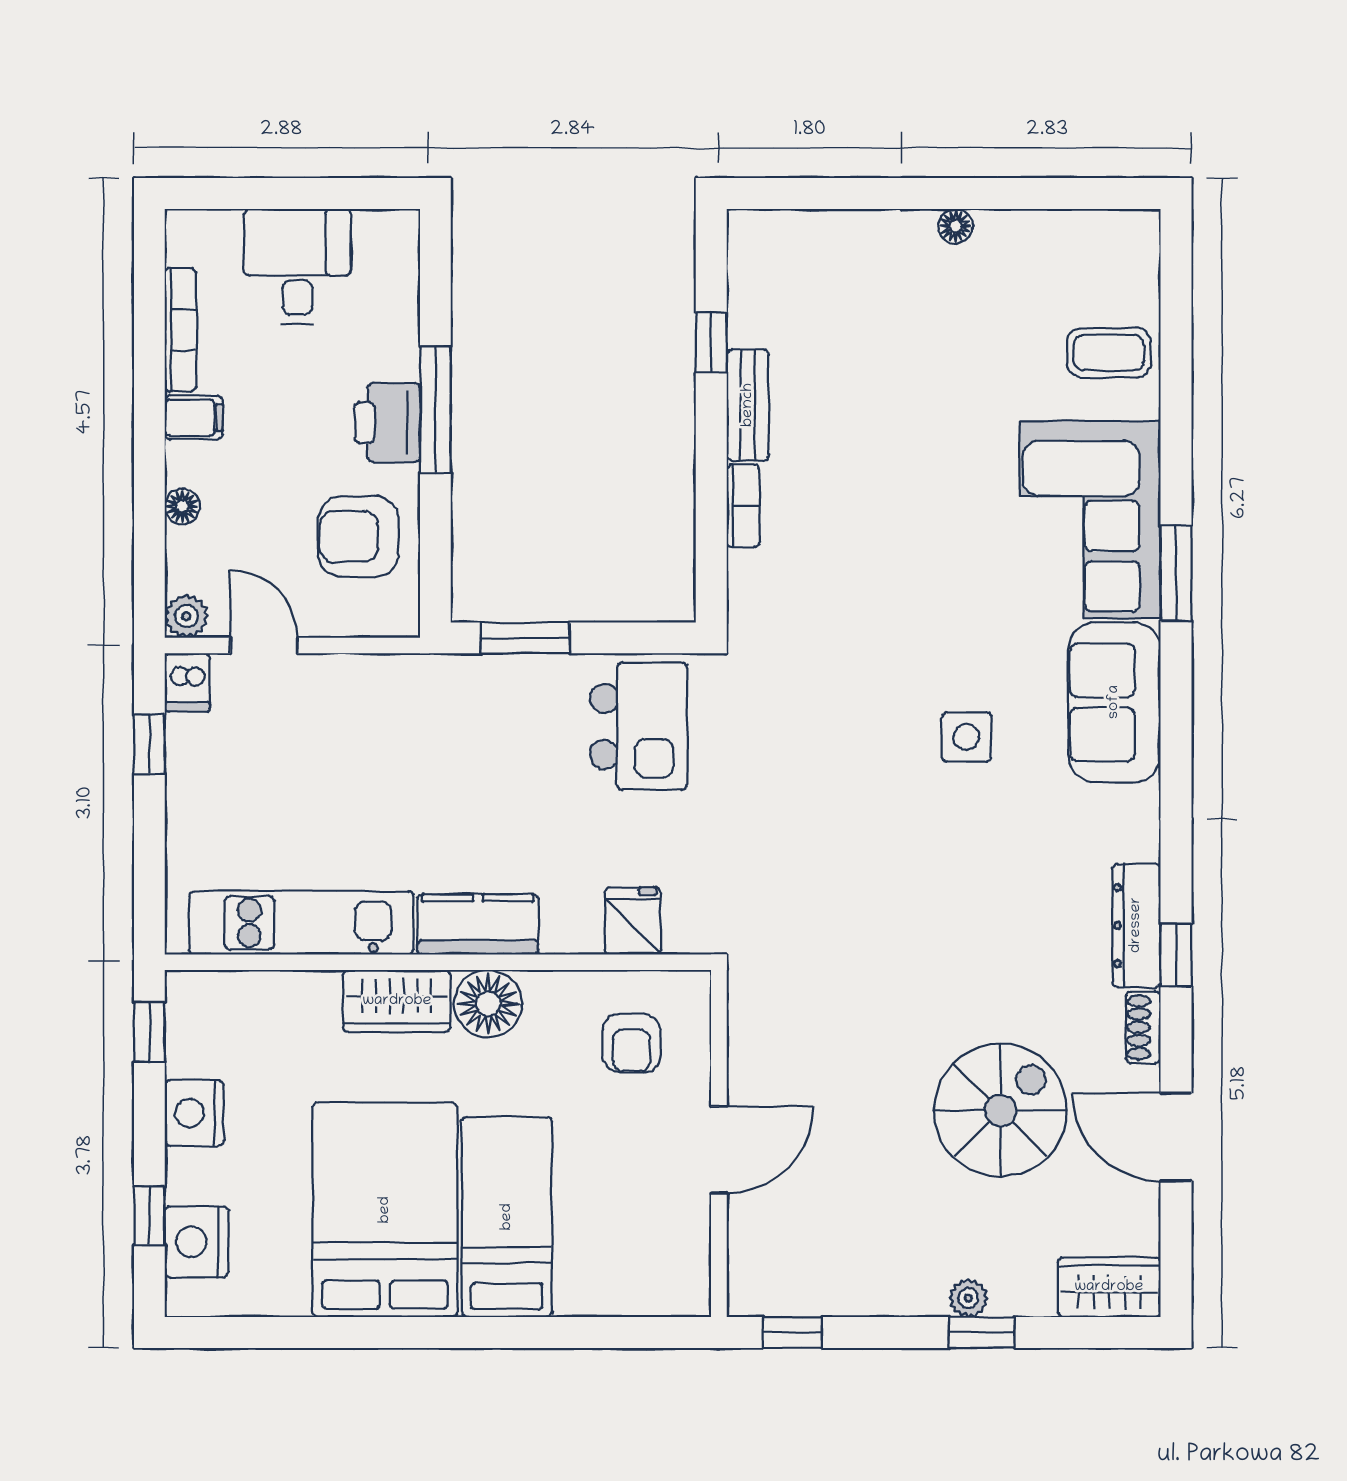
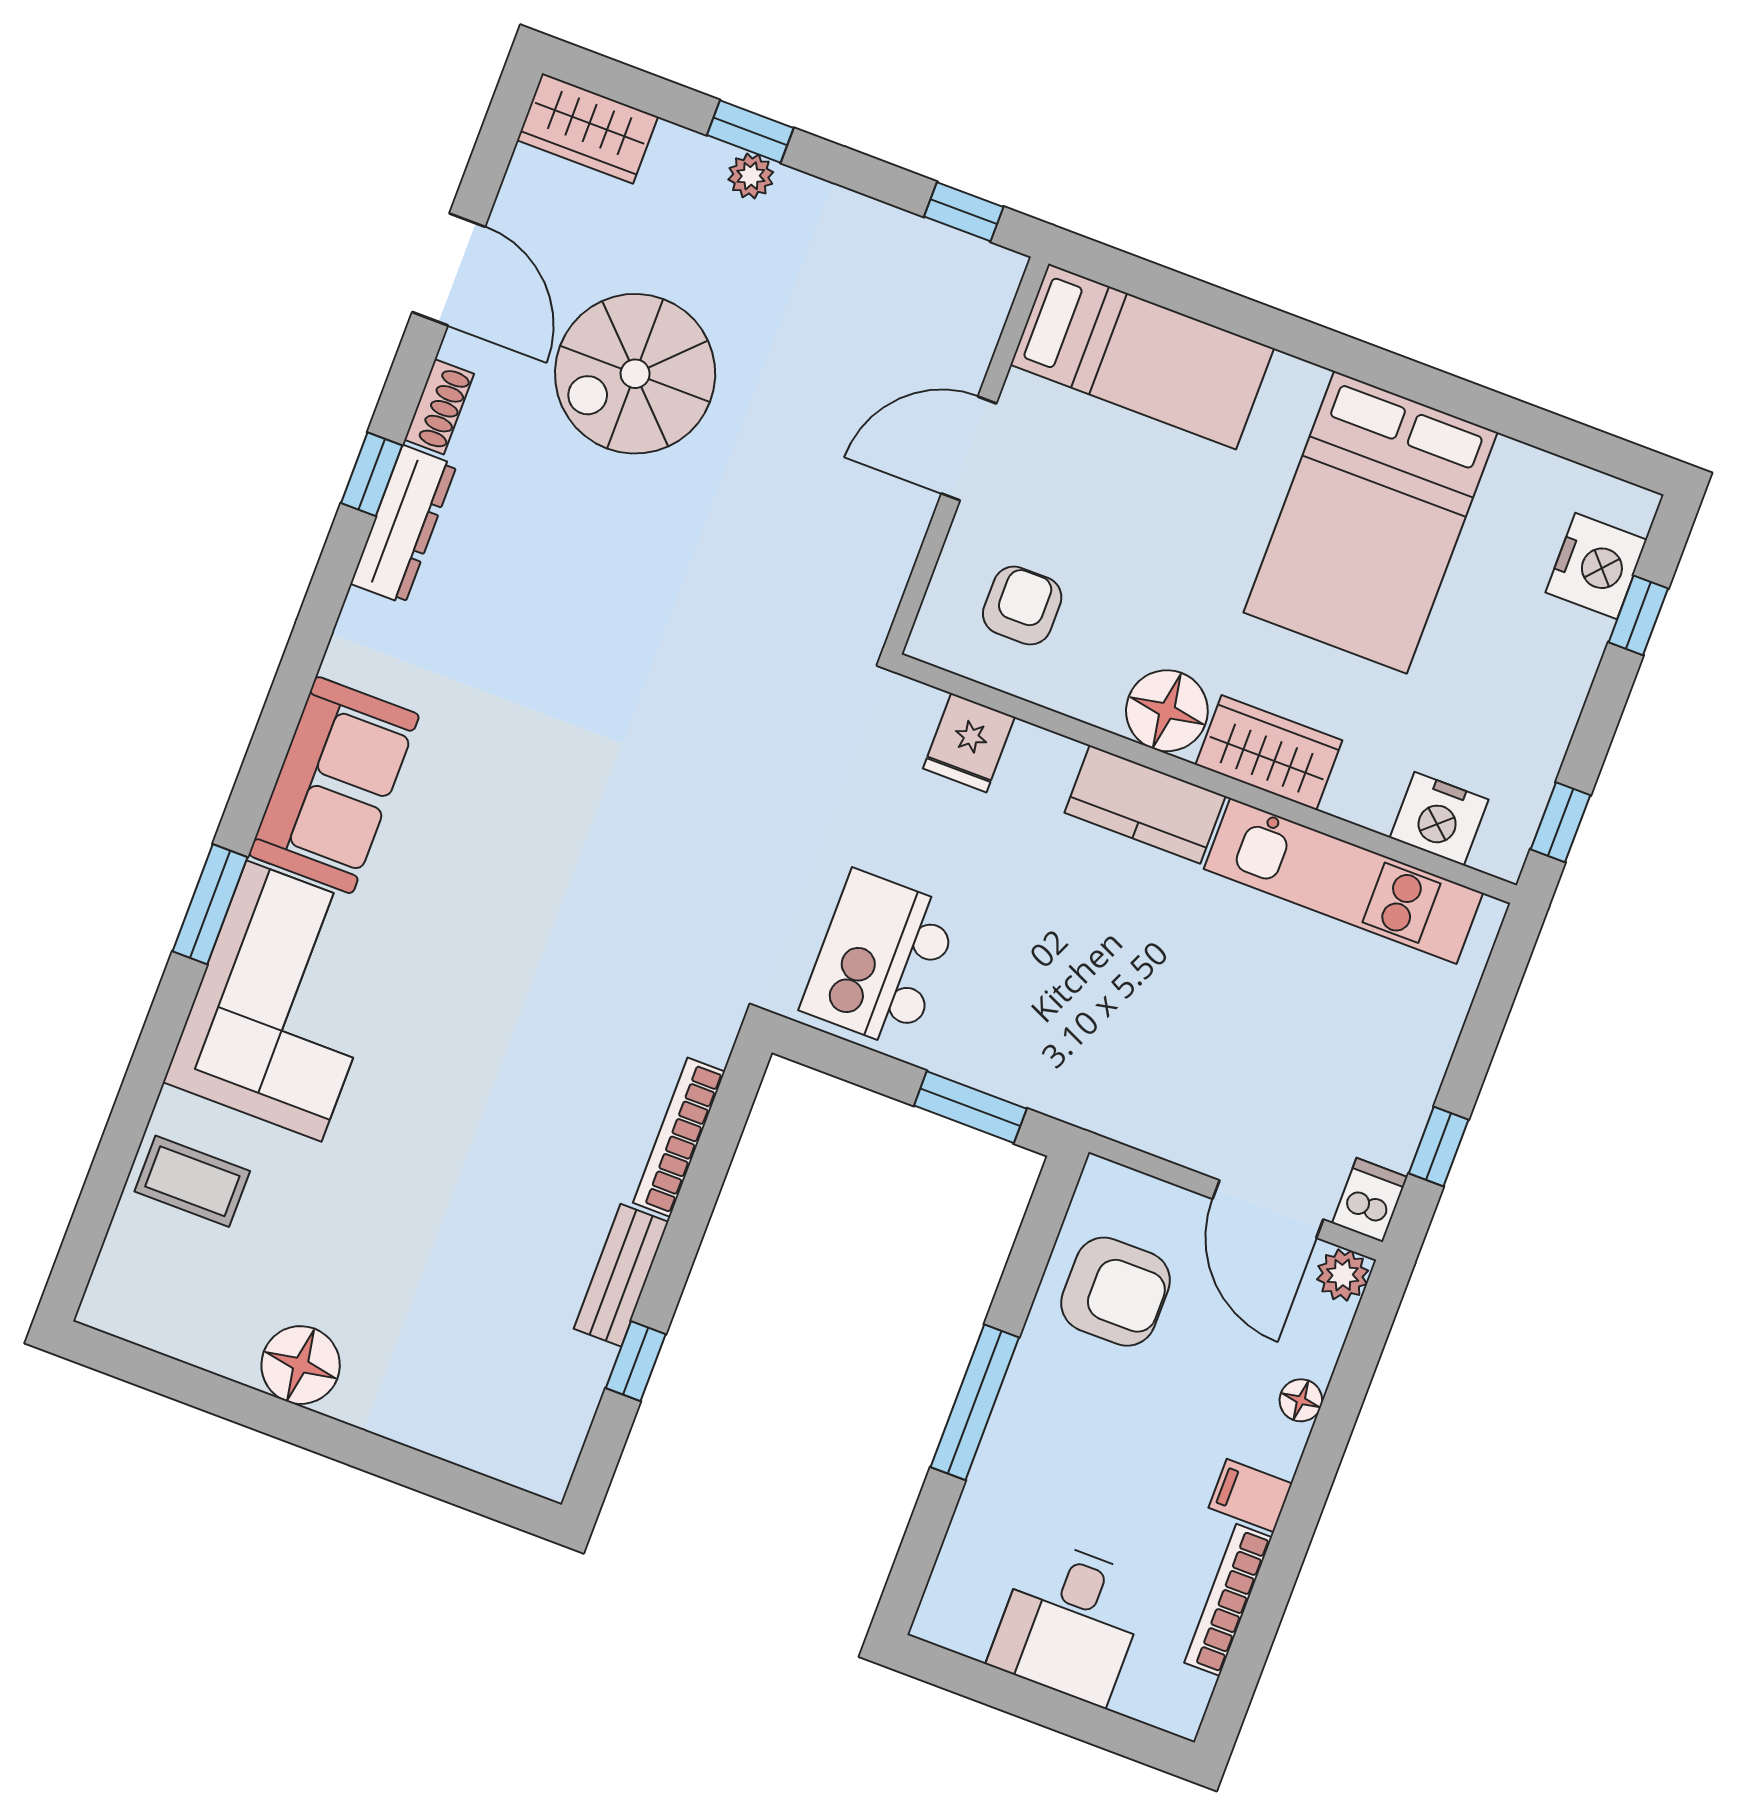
floor lamp: (956, 226) -> (301, 1365), width x1.89, depth x1.89
printer: (387, 423) -> (1034, 1408), removed
bookcase: (743, 506) -> (679, 1137), width x1.56
door: (264, 646) -> (1268, 1209), width x1.38
side table: (967, 737) -> (515, 809), removed
nightstand: (194, 1113) -> (1439, 819), moved, turned 90
bed: (507, 1217) -> (1142, 356), moved, turned -90

